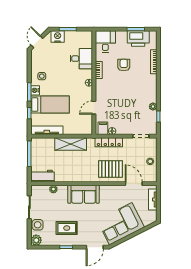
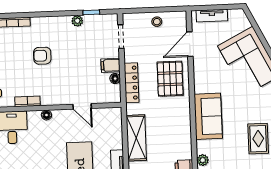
armchair: (124, 65) -> (42, 56), moved
filing cabinet: (103, 128) -> (111, 65), moved

